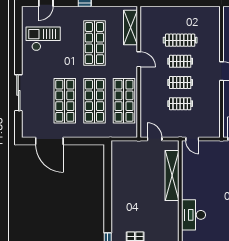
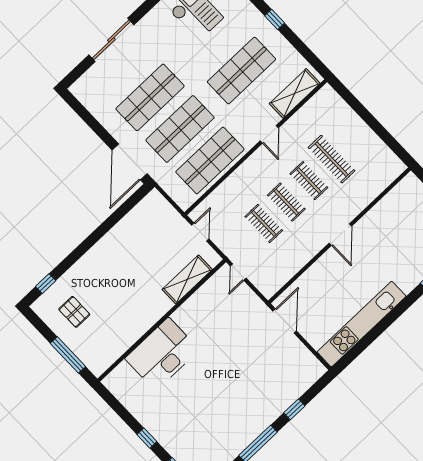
door: (49, 141) -> (130, 162), moved
shelving: (172, 176) -> (187, 279), width x0.68
desk: (193, 215) -> (162, 354), width x1.36, depth x1.30

